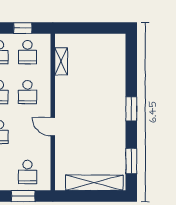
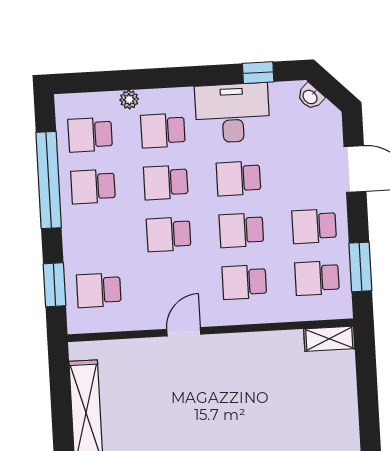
window: (23, 28) -> (360, 267), width x1.50
shelving: (61, 61) -> (329, 339), moved

